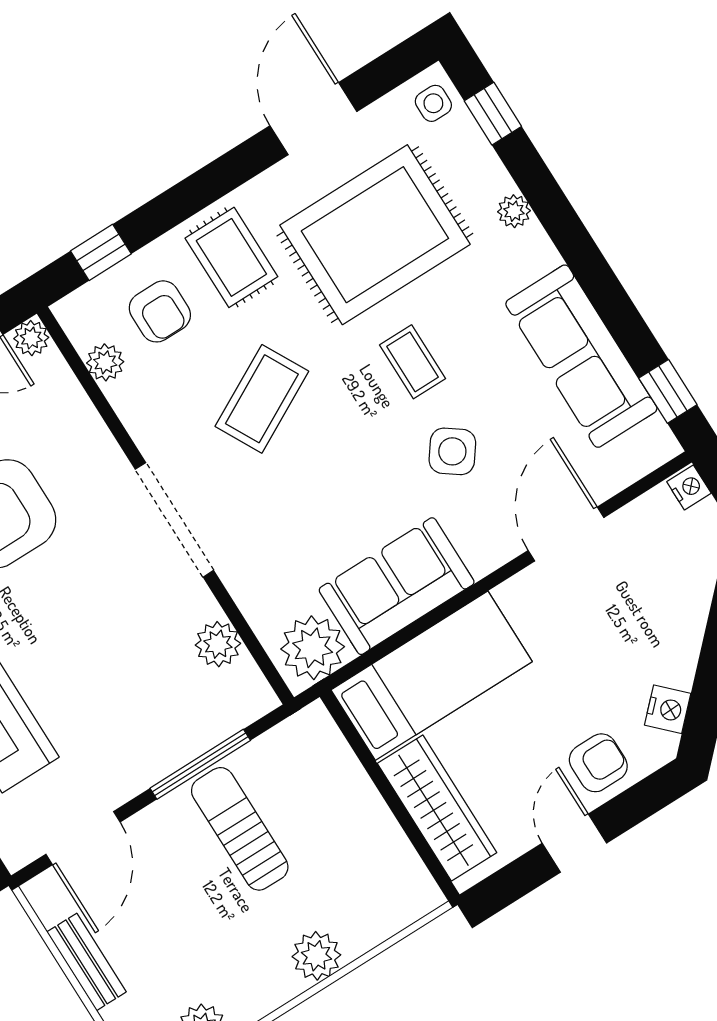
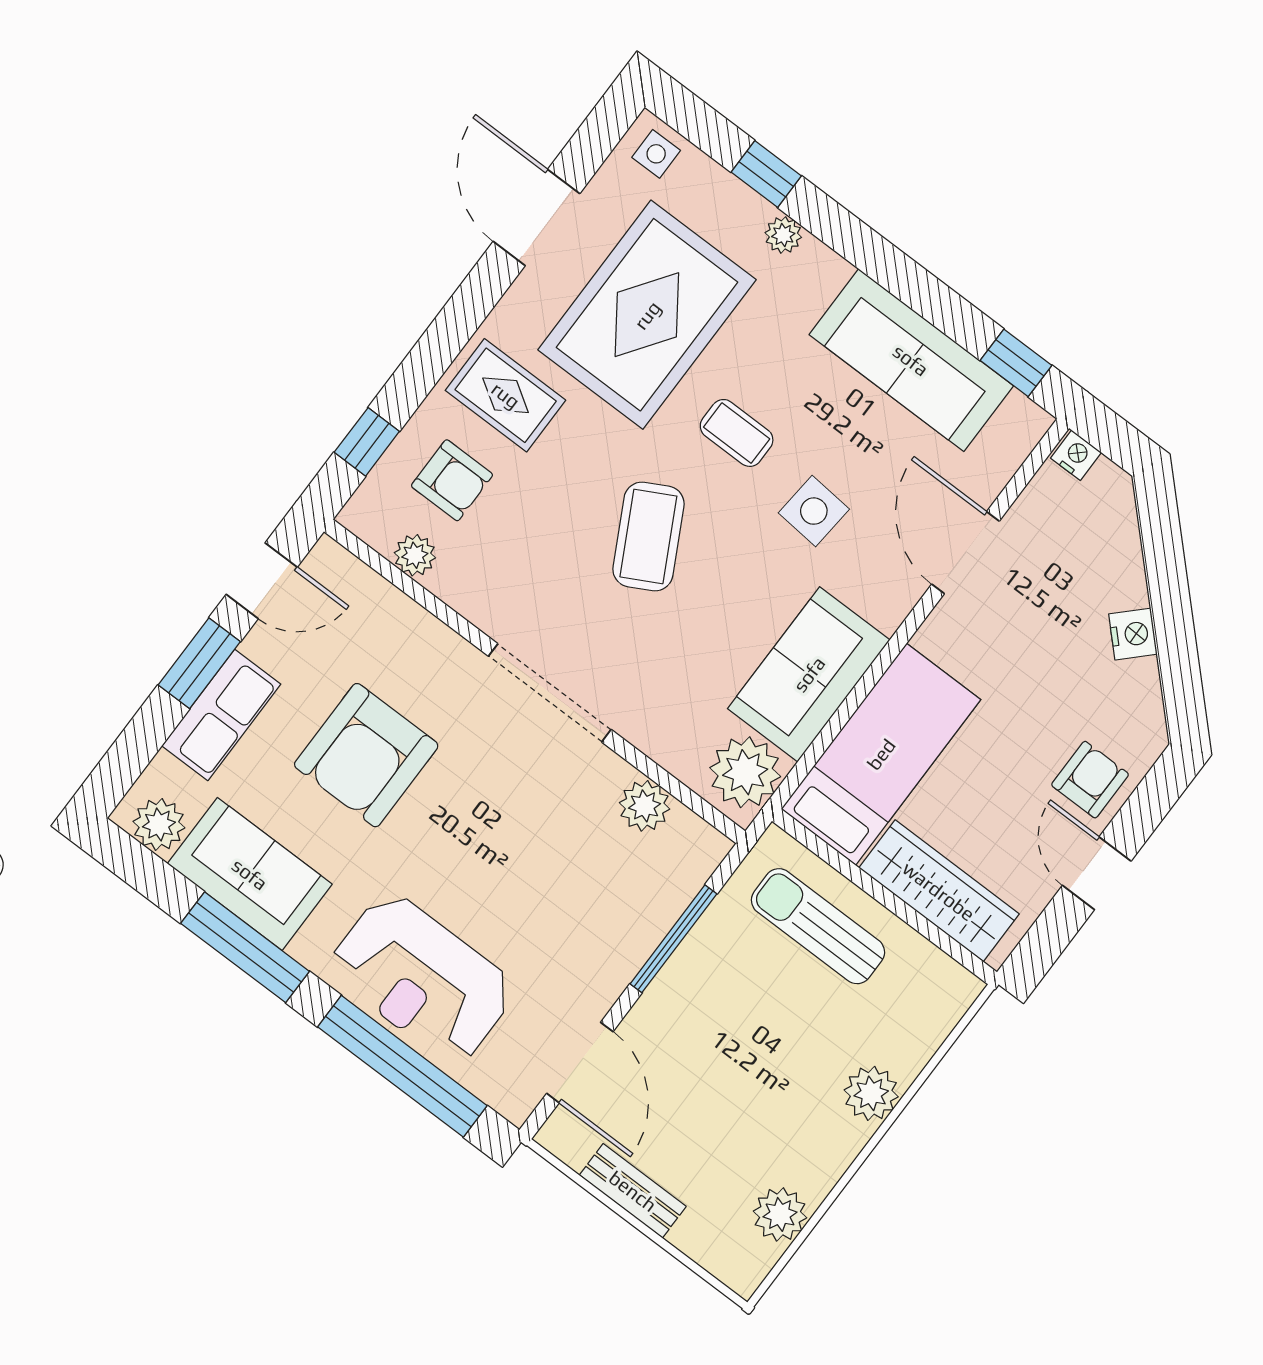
window: (493, 114) -> (766, 174), moved
plant: (31, 338) -> (328, 559), removed
coffee table: (262, 399) -> (648, 536), moved
side table: (452, 451) -> (814, 511), turned -31
nightstand: (668, 709) -> (1133, 634), moved
sun lounger: (240, 829) -> (818, 926), moved

